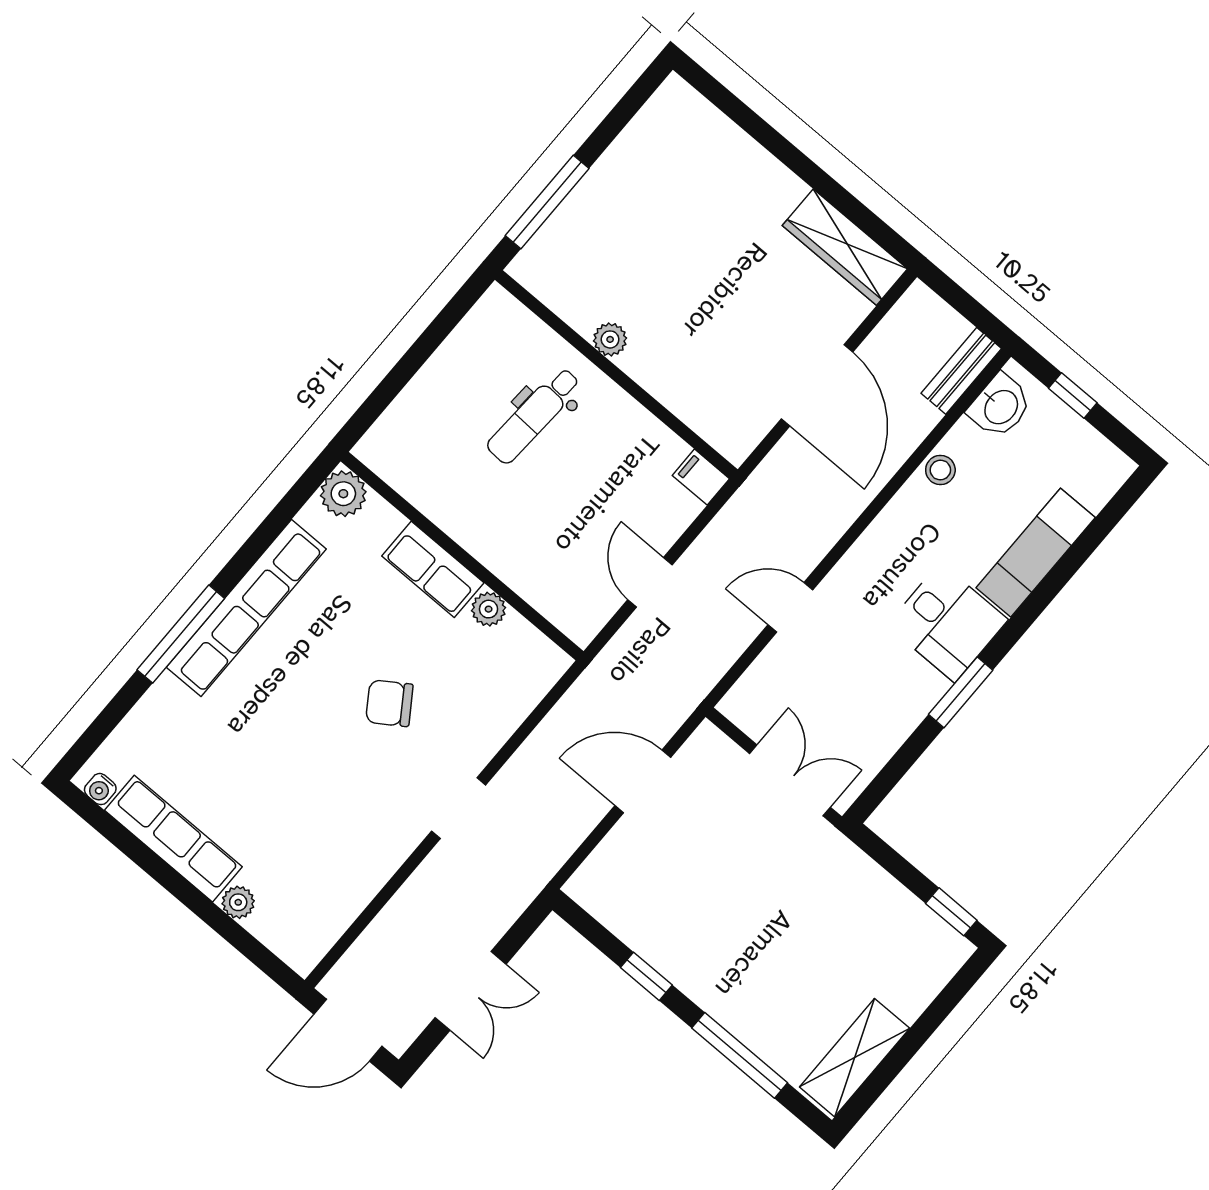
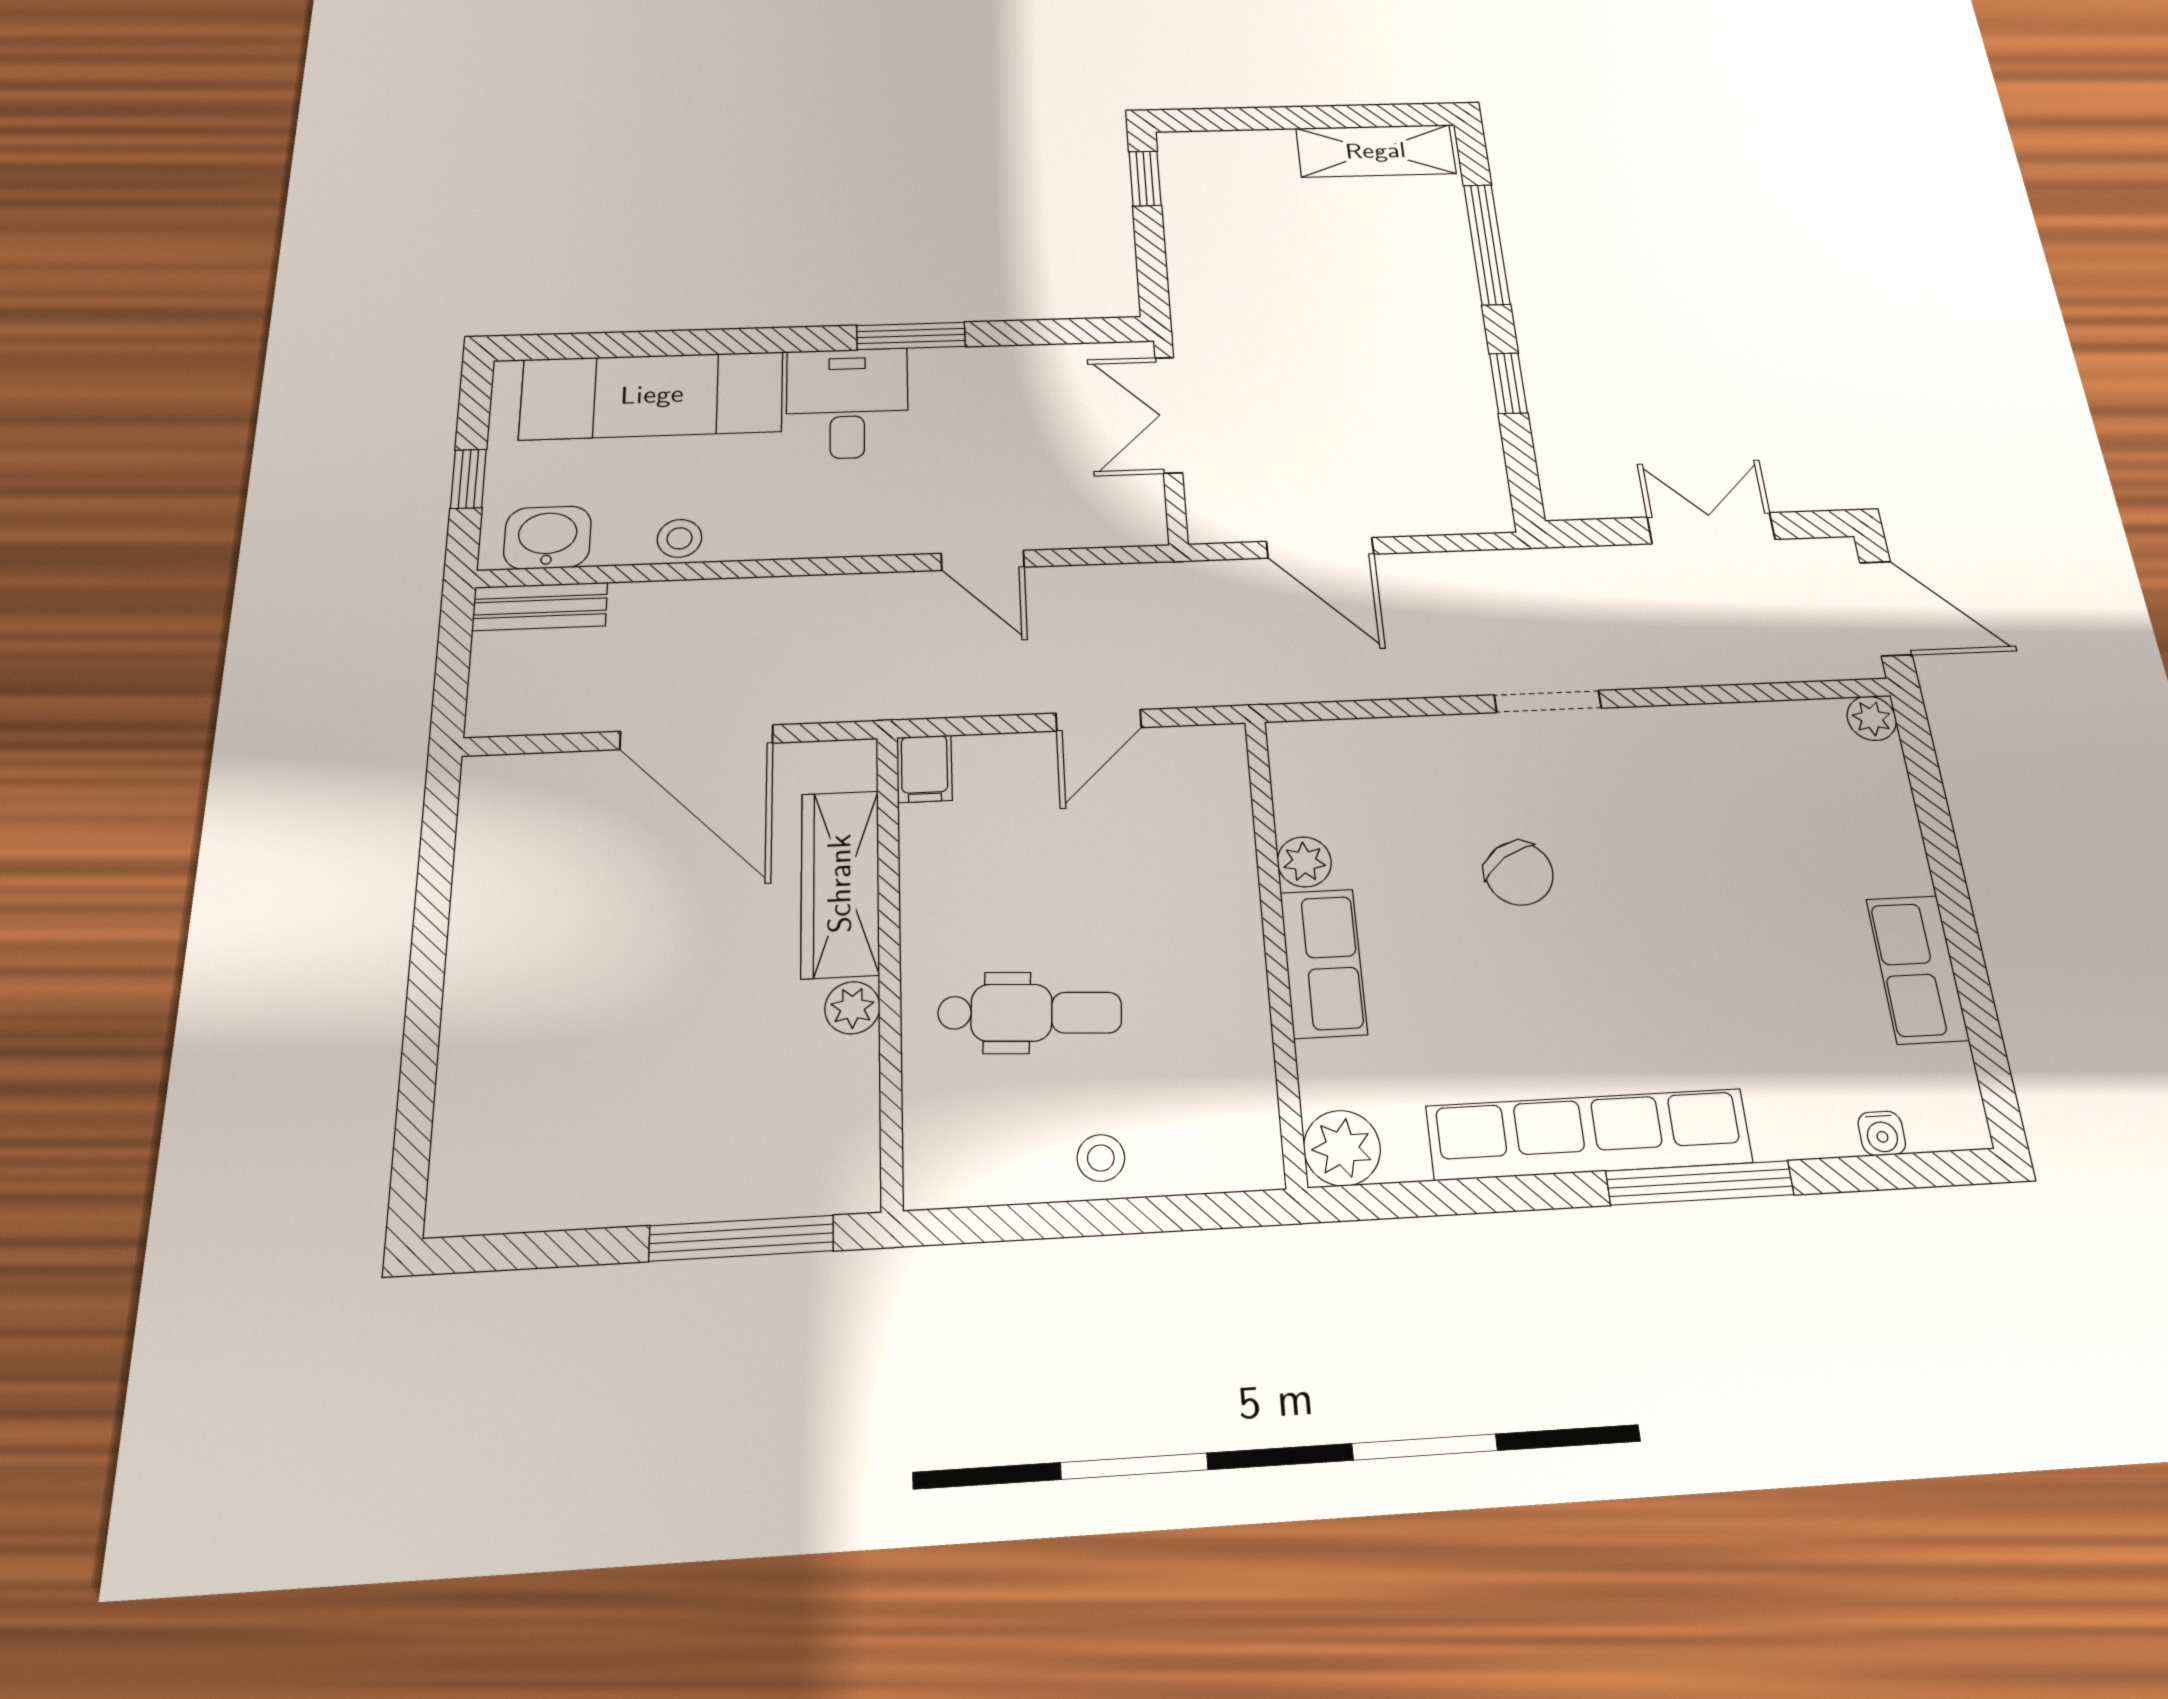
wardrobe: (845, 247) -> (840, 883), moved, turned 180
stool: (438, 385) -> (1101, 1158), added
door: (817, 385) -> (697, 737), swing flipped
exam couch: (1036, 553) -> (652, 395), width x1.36, depth x1.45
water cooler: (100, 789) -> (1882, 1133), moved, turned 90
row of seats: (173, 839) -> (1917, 969), width x0.68
plant: (238, 902) -> (1872, 718), moved

